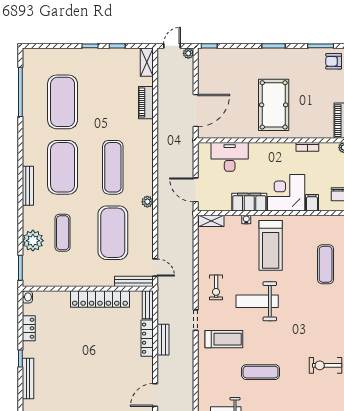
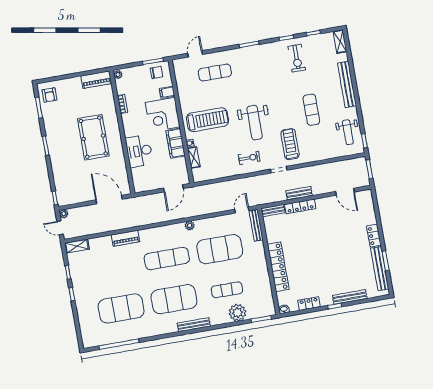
piano: (146, 103) -> (126, 238), moved
pool table: (274, 105) -> (93, 137), turned 90
desk: (230, 157) -> (139, 151), moved
shelving: (211, 221) -> (194, 157), moved
locker: (100, 299) -> (278, 267), moved

